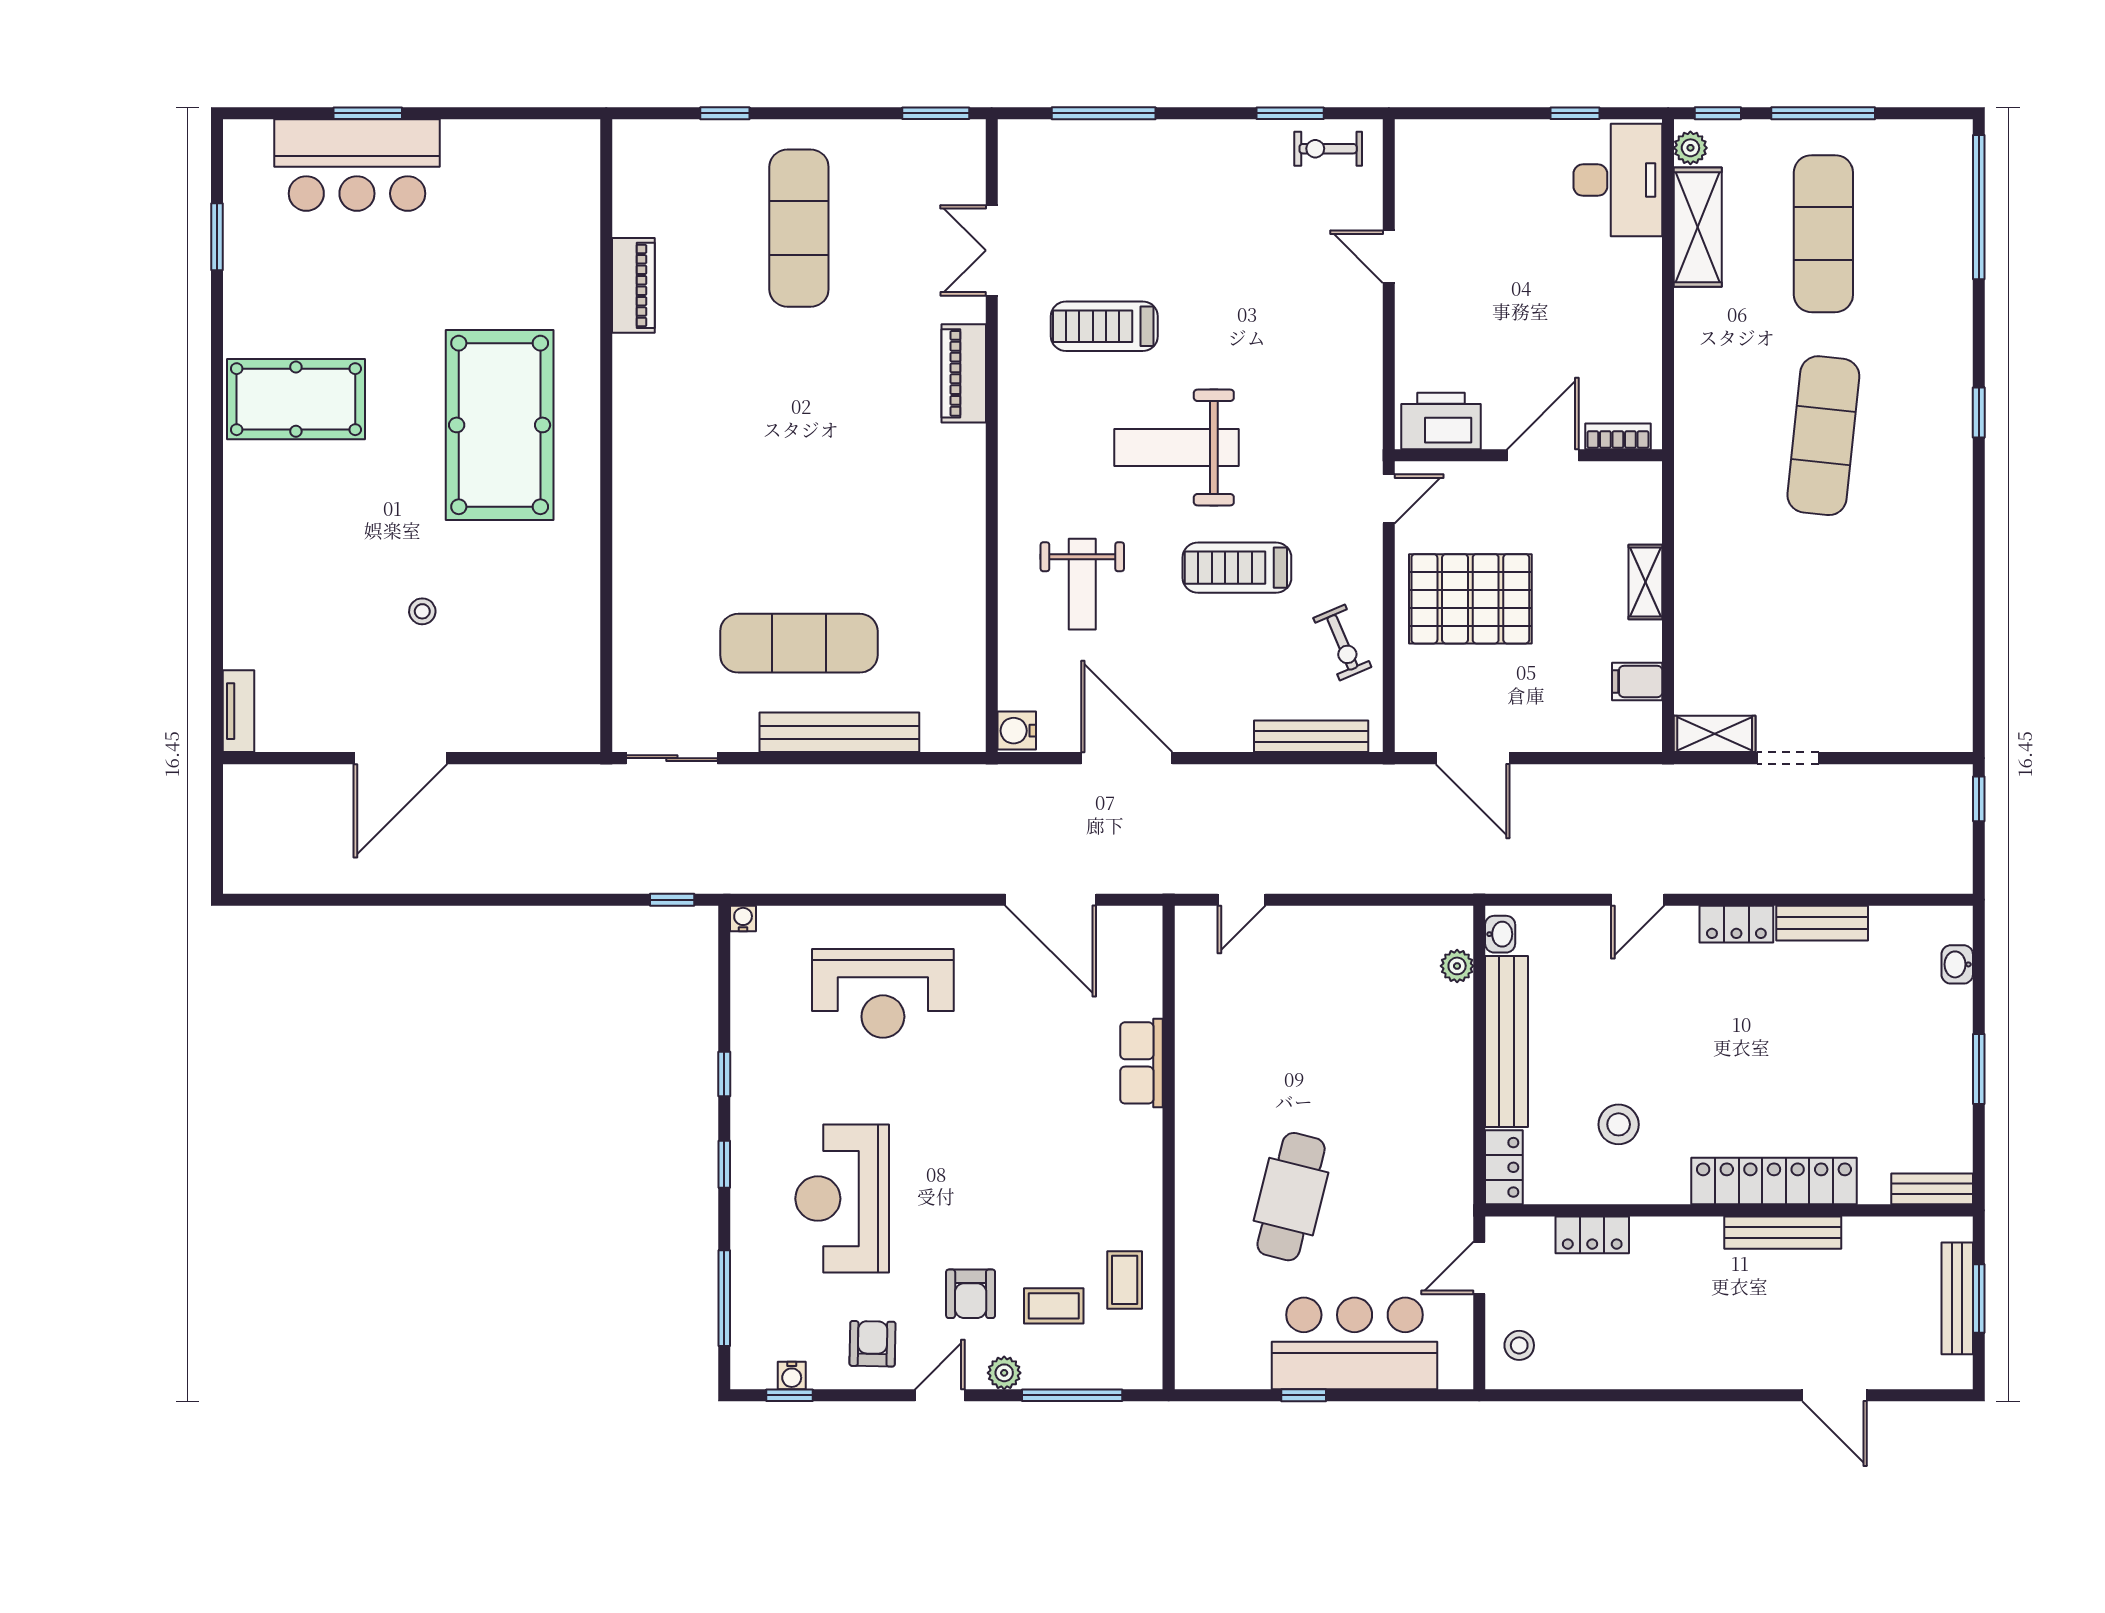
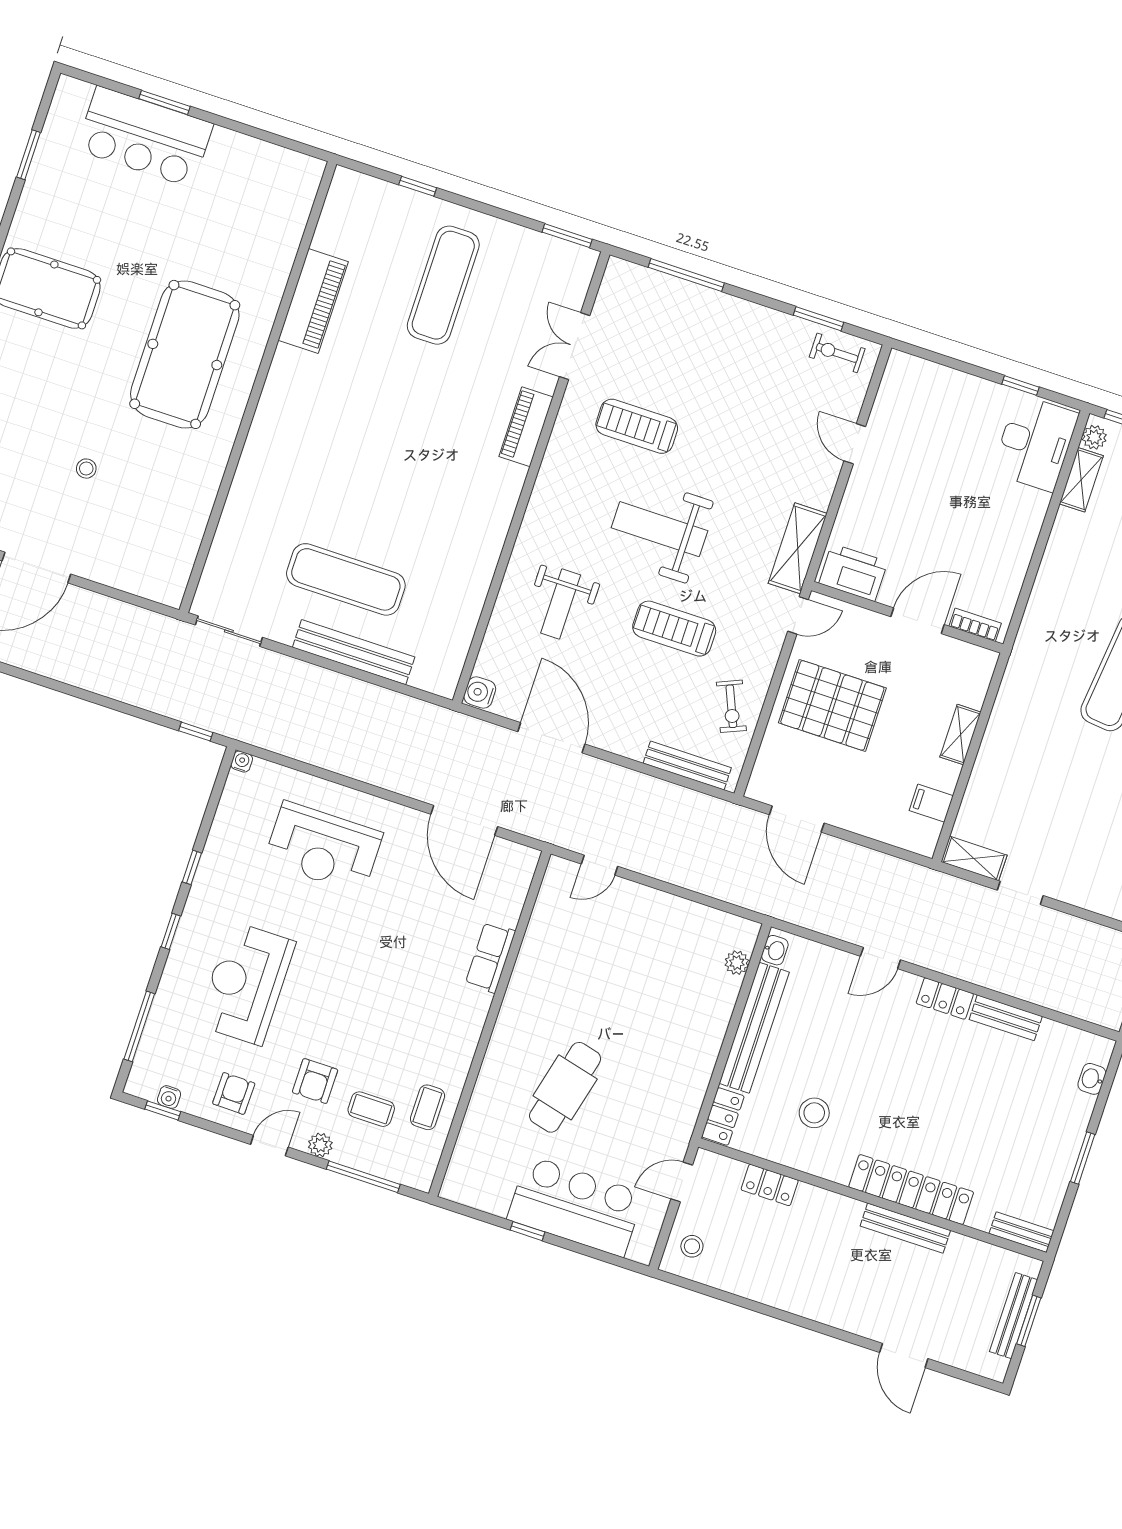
shelving: (1698, 227) -> (1081, 480), width x0.67, depth x0.75
piano: (633, 285) -> (313, 301), width x1.37, depth x1.33
shelving: (1360, 414) -> (798, 548), added

